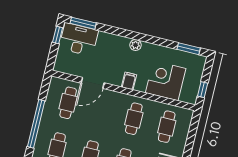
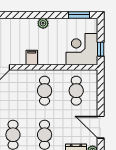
plant: (136, 45) -> (43, 23), moved
corner desk: (166, 81) -> (82, 49), moved

